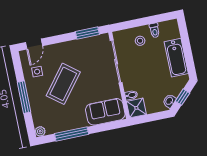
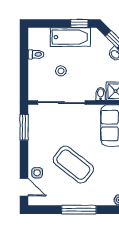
stool: (140, 41) -> (61, 71), moved
window: (190, 63) -> (79, 23), added
side table: (37, 72) -> (37, 173), moved

